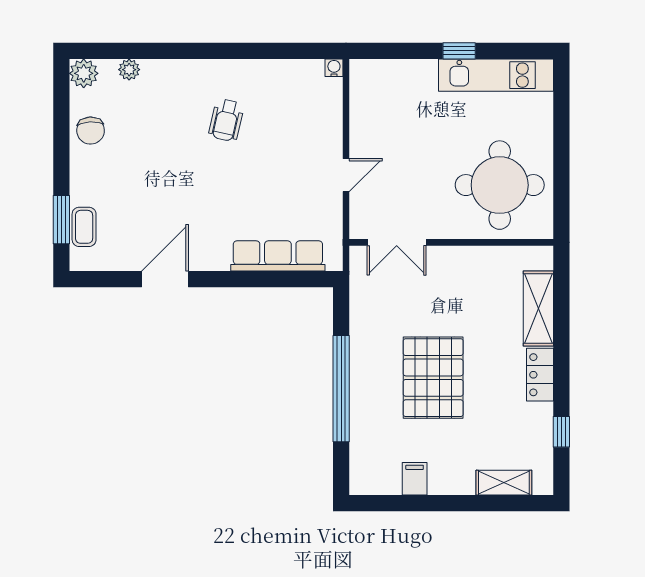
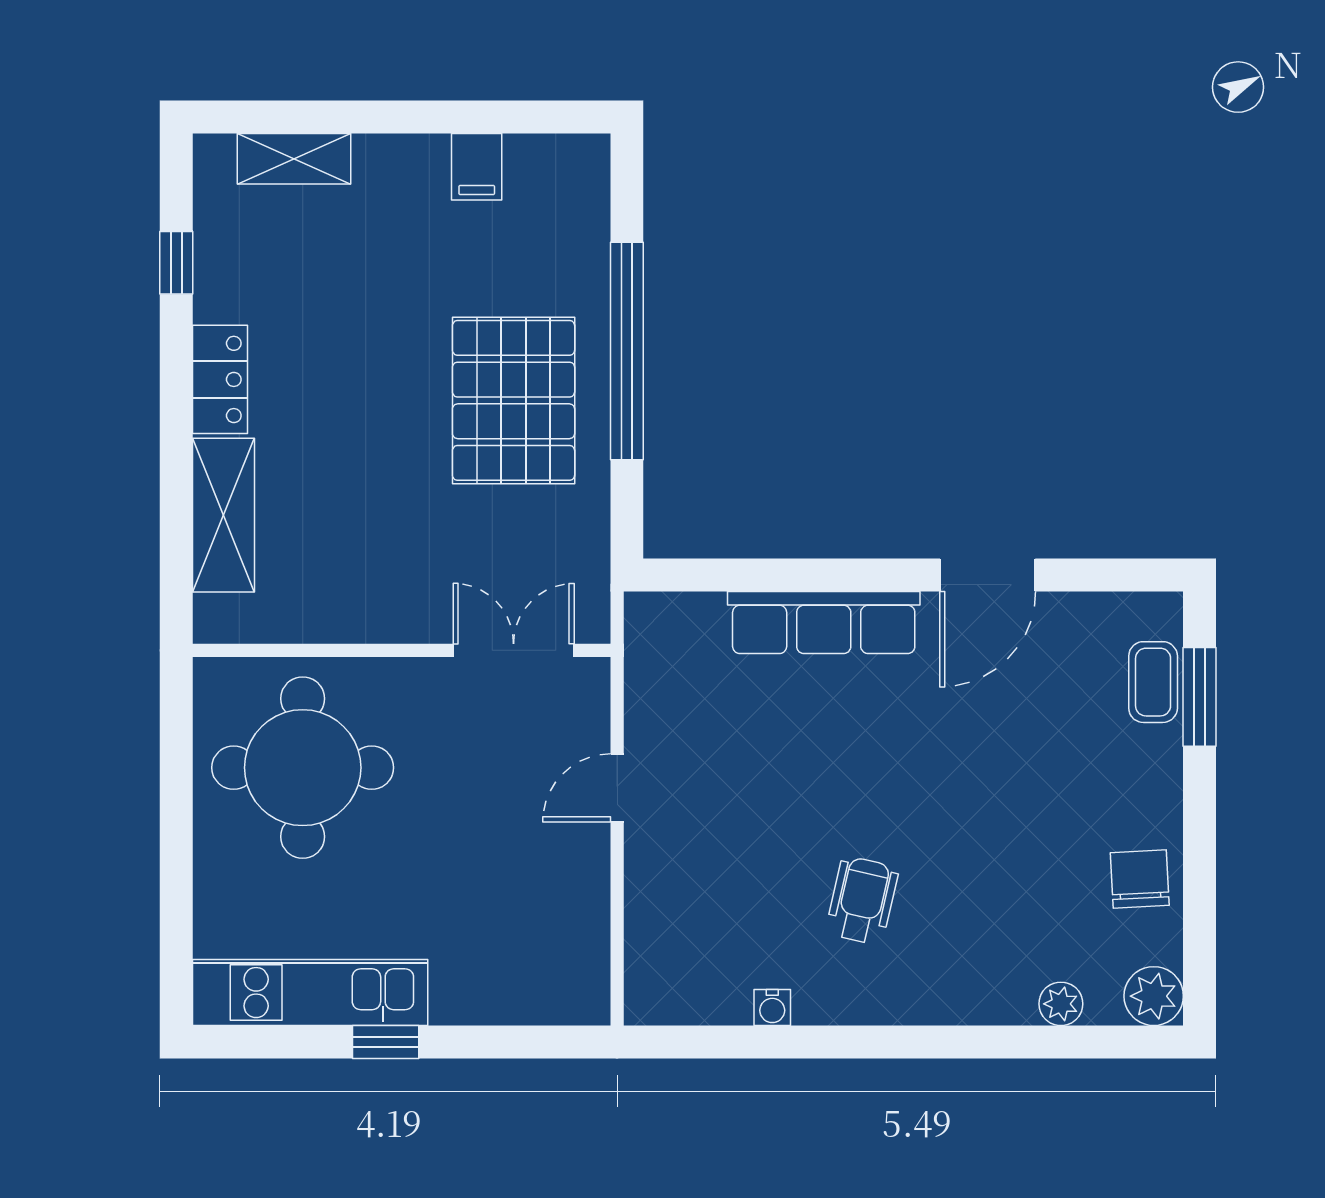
water cooler: (334, 68) -> (772, 1008), moved
row of seats: (278, 256) -> (824, 623), moved
pallet: (433, 378) -> (514, 400), moved

